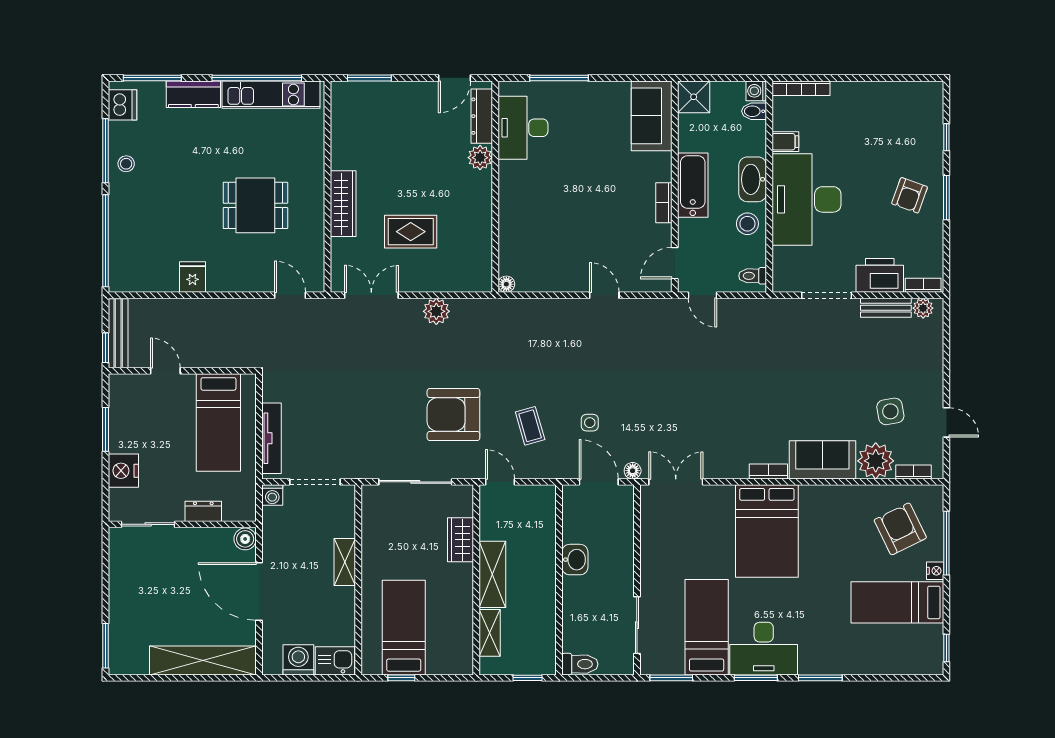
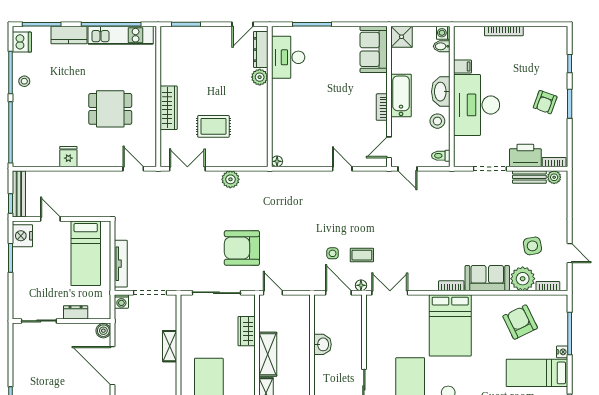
bookcase: (801, 88) -> (504, 31), moved
coffee table: (530, 426) -> (362, 255), moved, turned -74
nightstand: (123, 471) -> (22, 236), moved
armchair: (900, 529) -> (520, 322), moved

